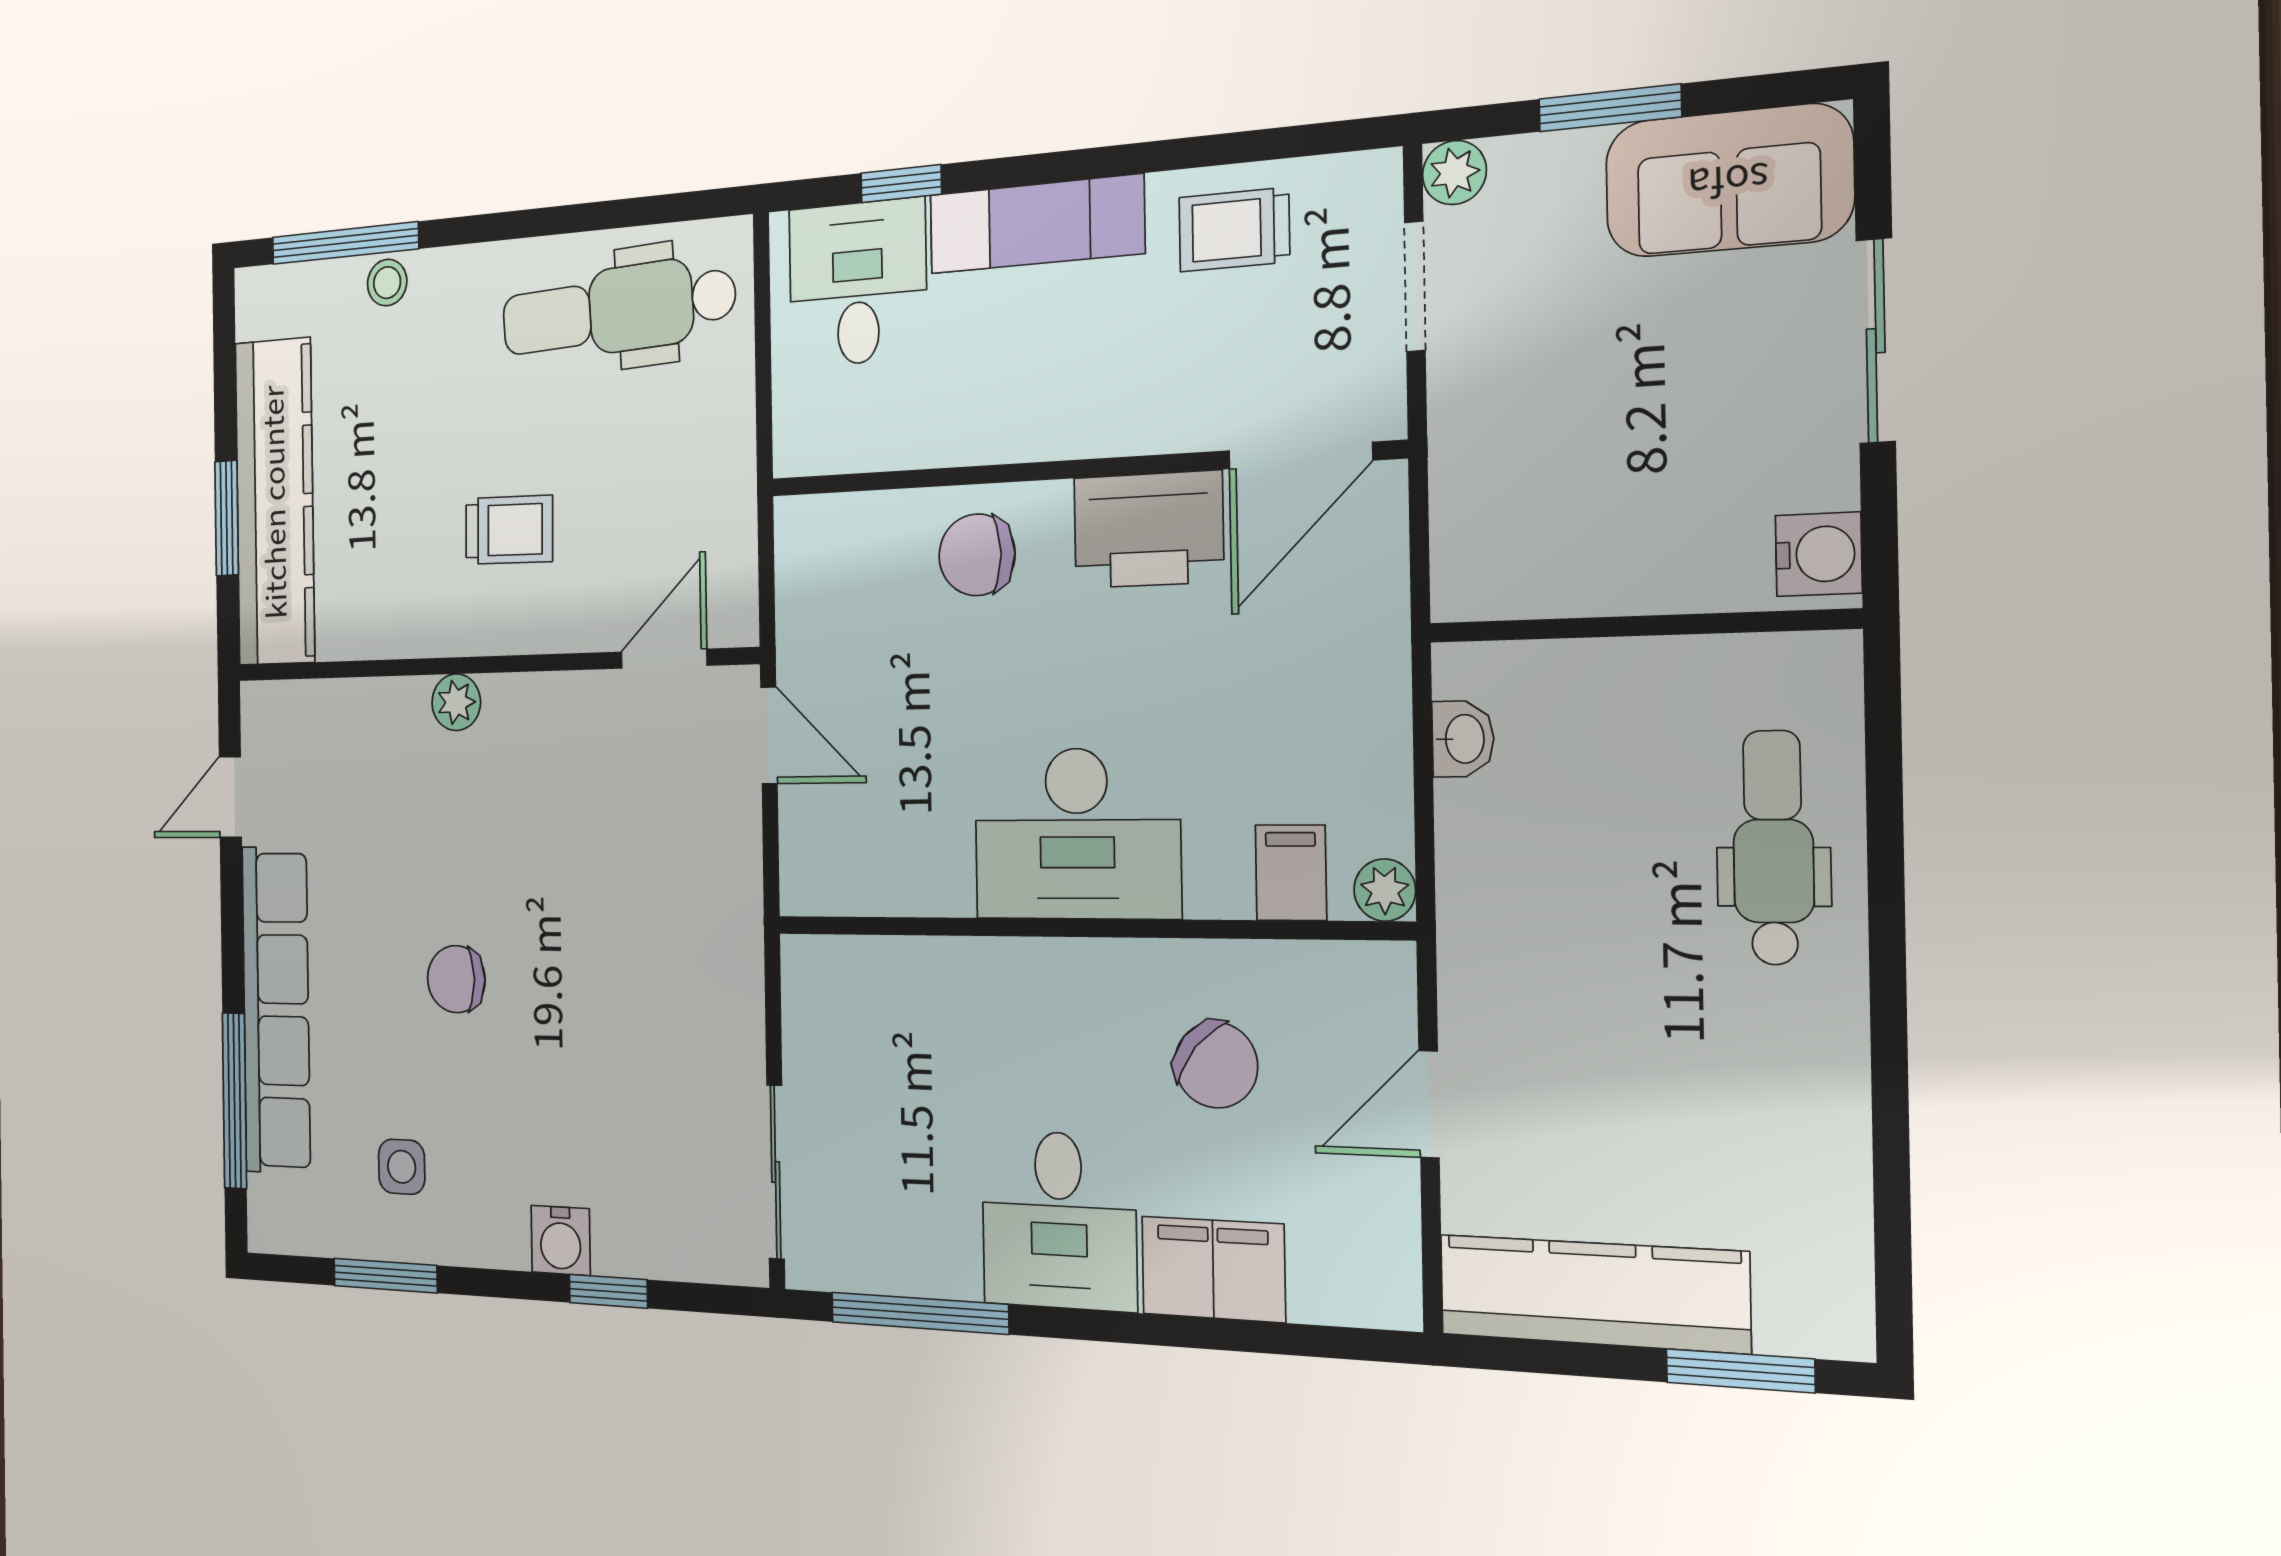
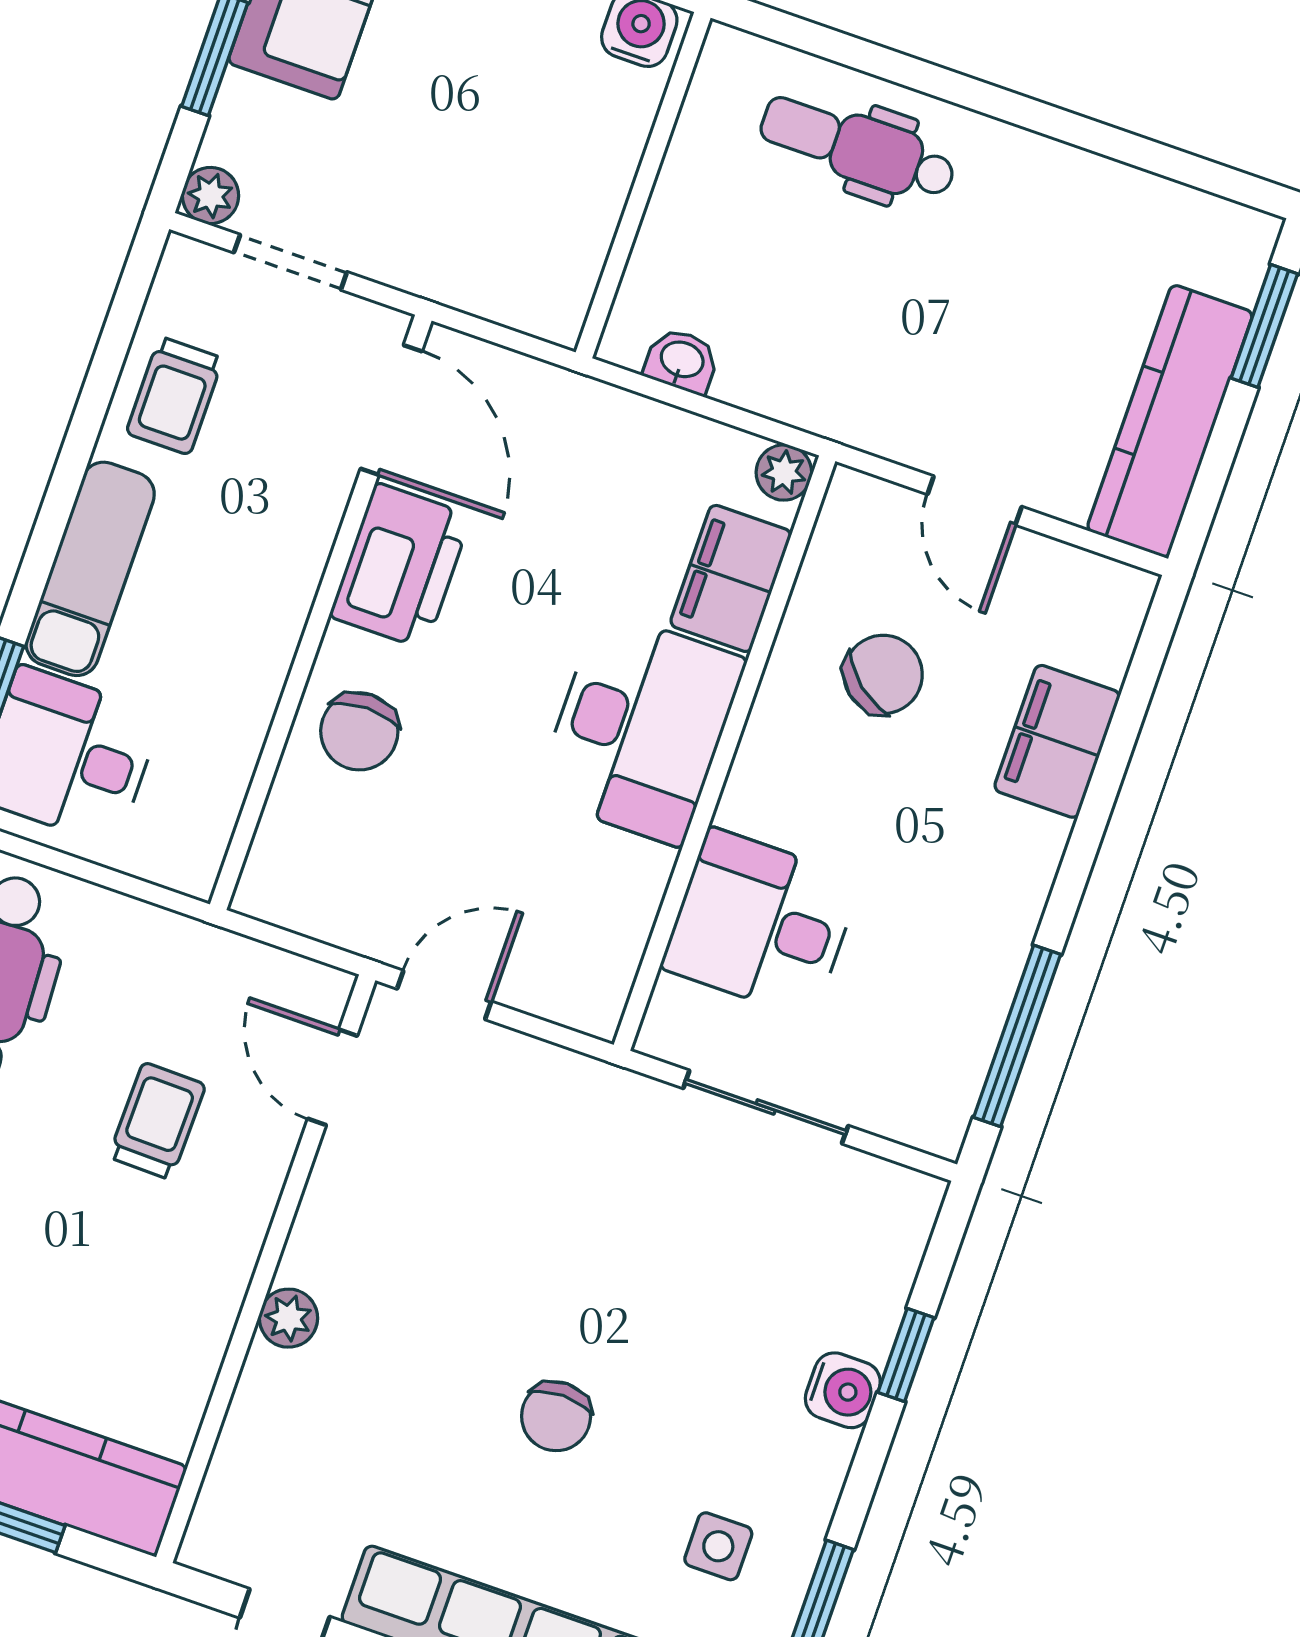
trolley: (509, 530) -> (157, 1121), moved
filing cabinet: (1291, 873) -> (731, 578), width x2.00
sliding door: (776, 1172) -> (766, 1107), moved
desk: (1059, 1220) -> (761, 923), moved, turned 180

